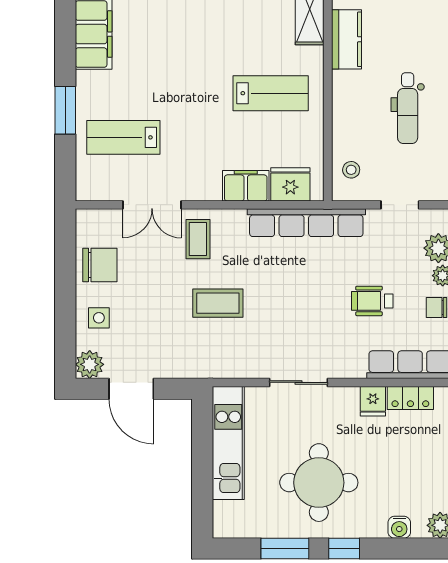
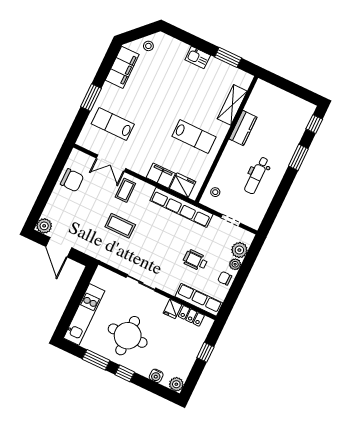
side table: (99, 318) -> (59, 205), removed
kitchen unit: (228, 443) -> (84, 314), moved

